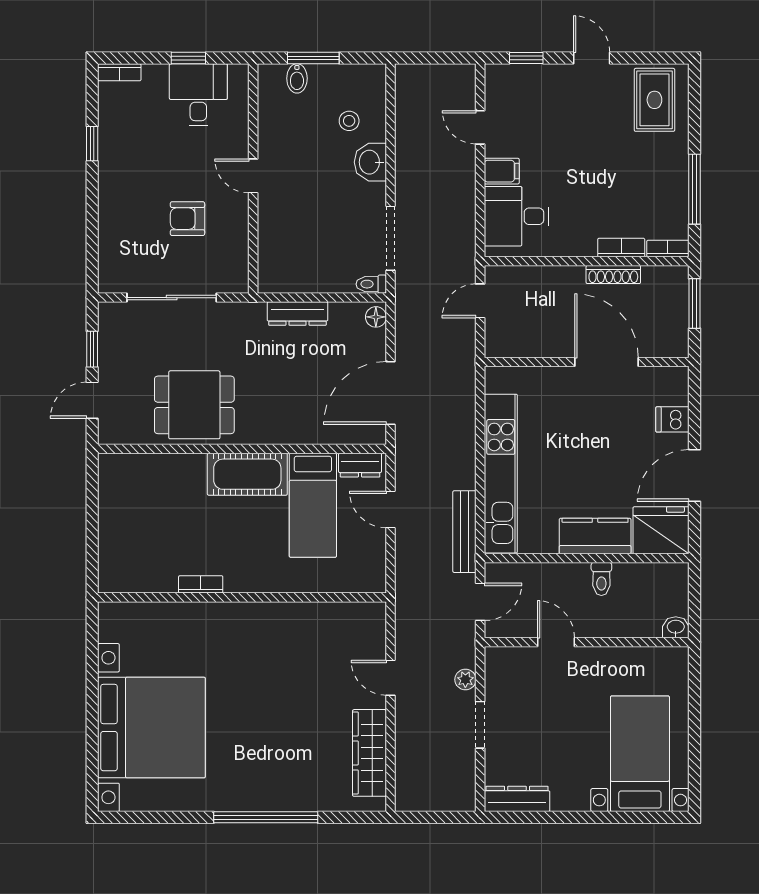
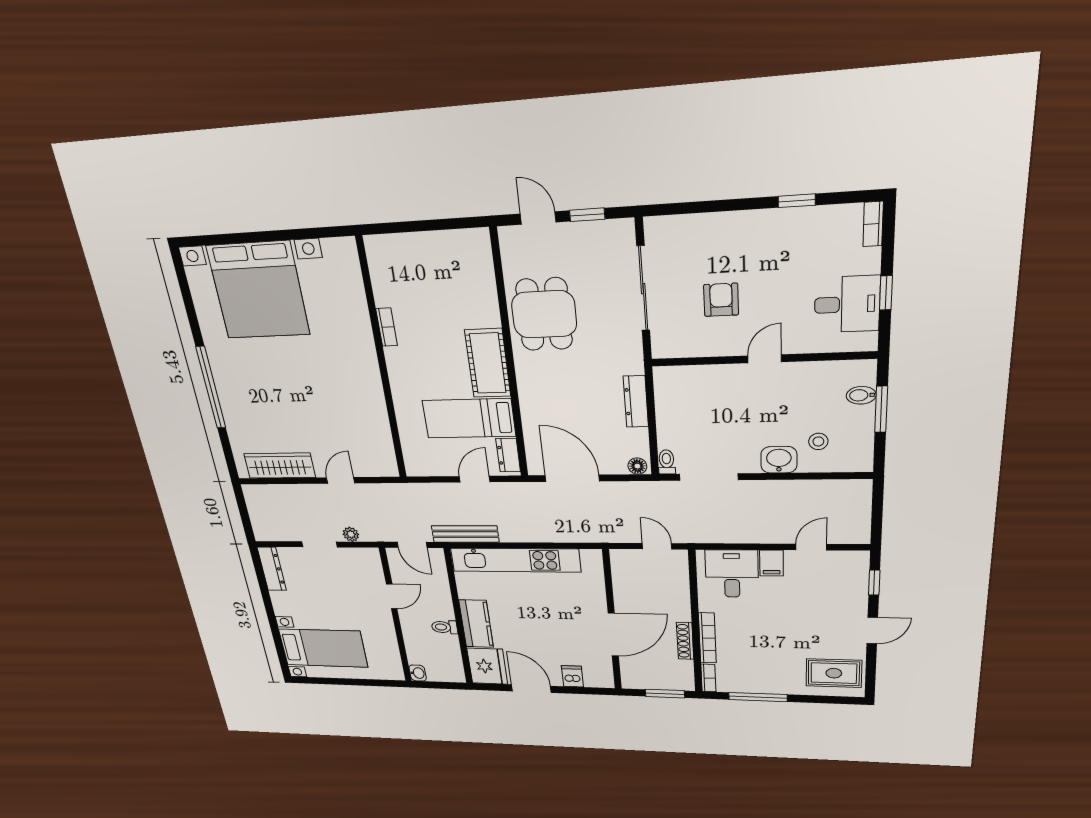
bookcase: (621, 248) -> (707, 638), width x1.56

